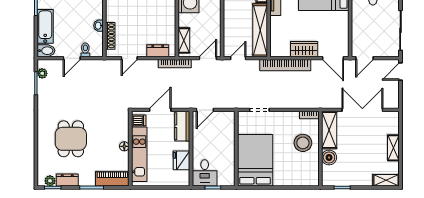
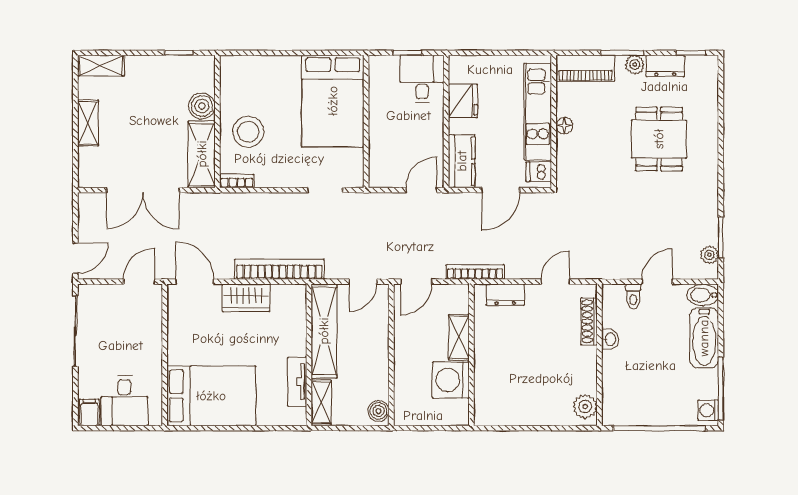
shelving: (184, 40) -> (459, 337), moved
plant: (50, 181) -> (635, 65), moved

